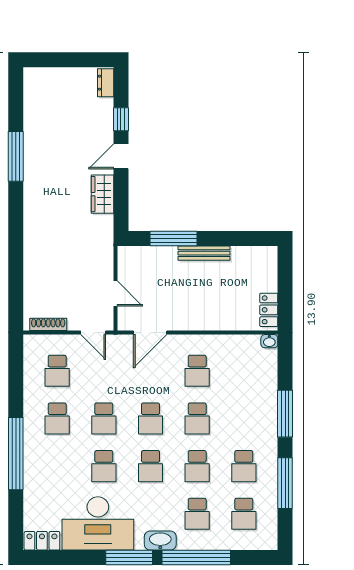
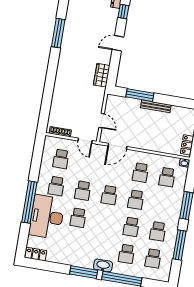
window: (121, 119) -> (123, 11), moved
wardrobe: (102, 194) -> (102, 75), moved
school desk: (150, 466) -> (167, 177), moved
desk: (98, 523) -> (47, 217), moved, turned 90

